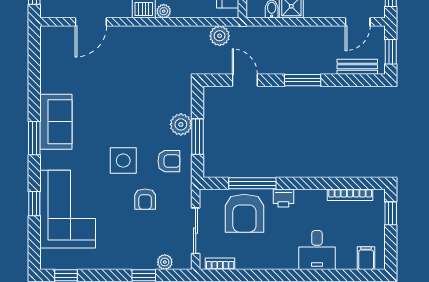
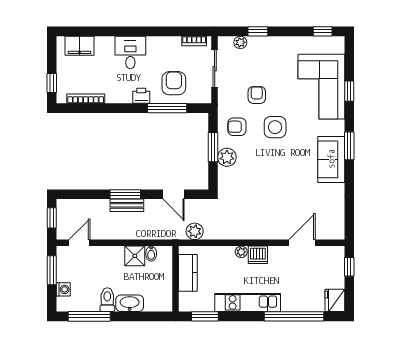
bench: (357, 67) -> (127, 205), moved
armchair: (244, 213) -> (174, 83), width x0.73, depth x0.73
desk: (317, 250) -> (130, 52), moved
filing cabinet: (366, 258) -> (80, 46), width x2.00

